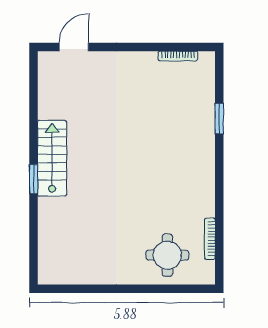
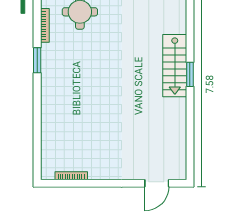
window: (219, 119) -> (37, 60), moved
stairs: (52, 158) -> (175, 66), moved

